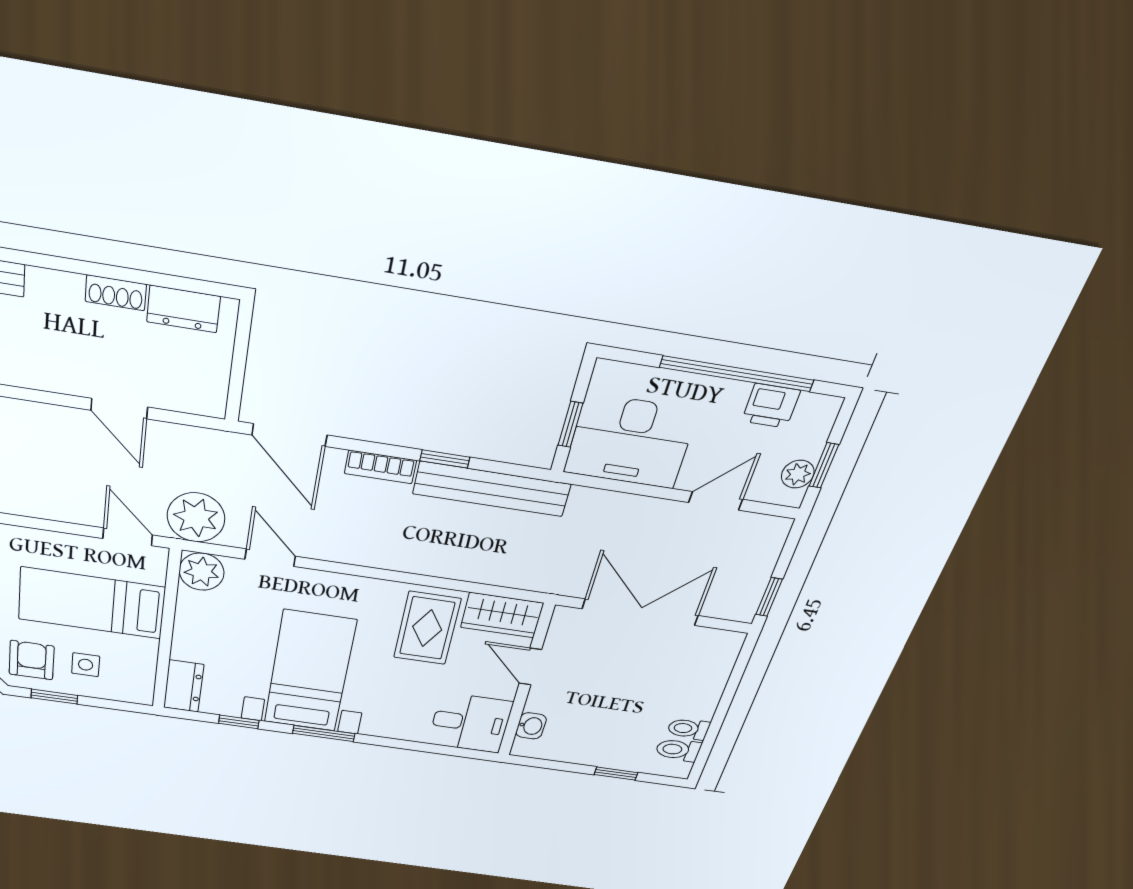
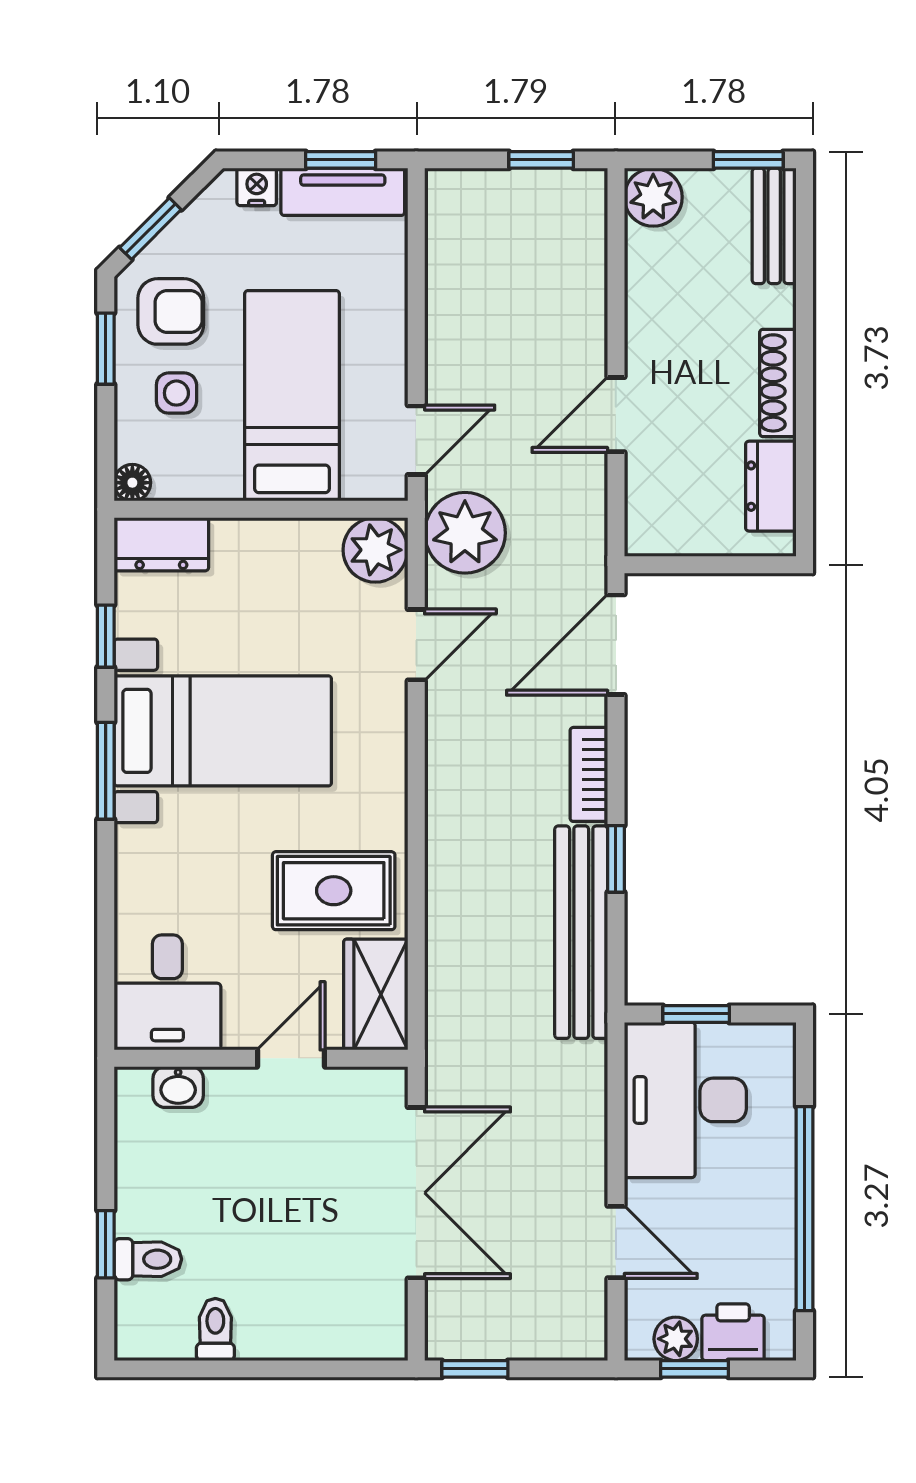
shoe rack: (116, 293) -> (778, 383), width x1.43
printer: (771, 406) -> (733, 1332), moved, turned 90
floor lamp: (142, 695) -> (132, 483), added
toilet: (678, 750) -> (148, 1259), moved, turned 90

